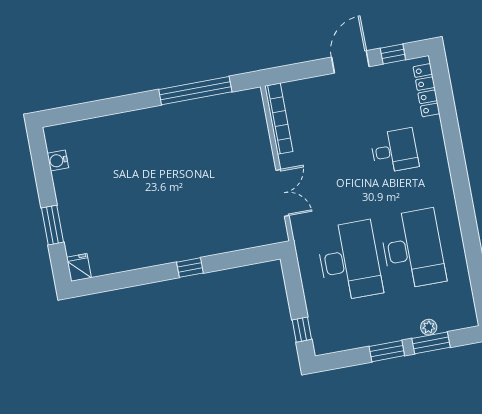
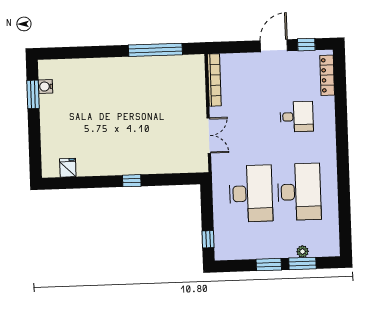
window: (53, 225) -> (33, 94), moved
fridge: (79, 268) -> (68, 168), moved

